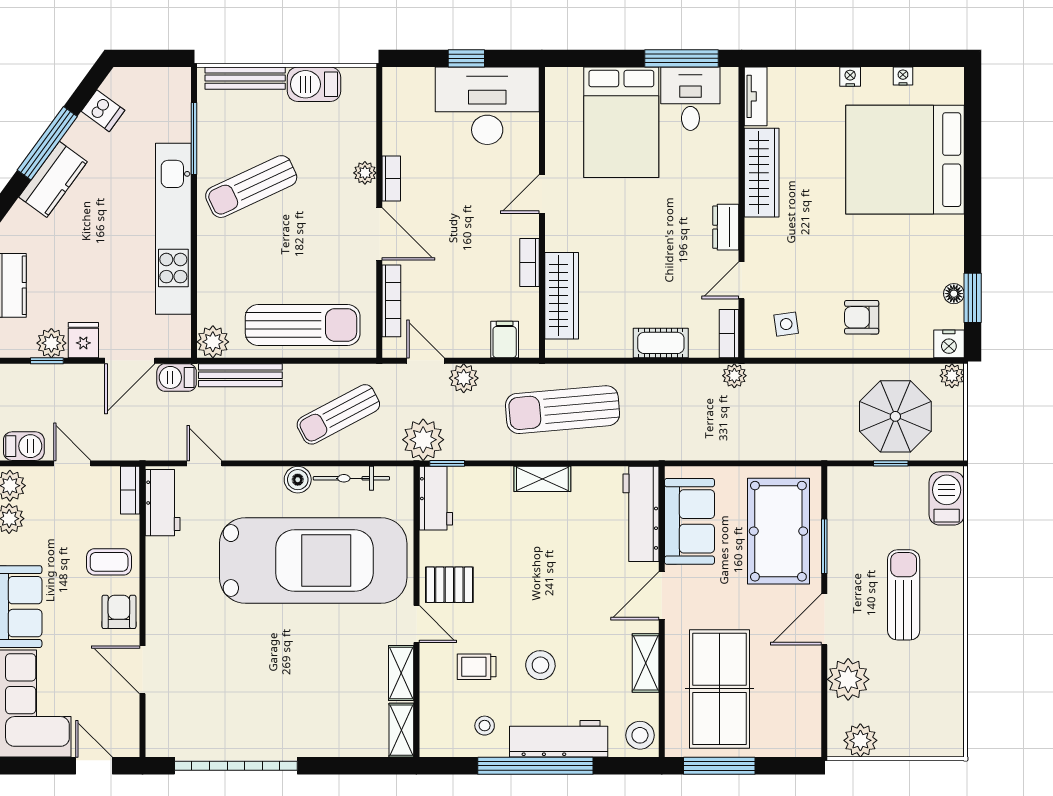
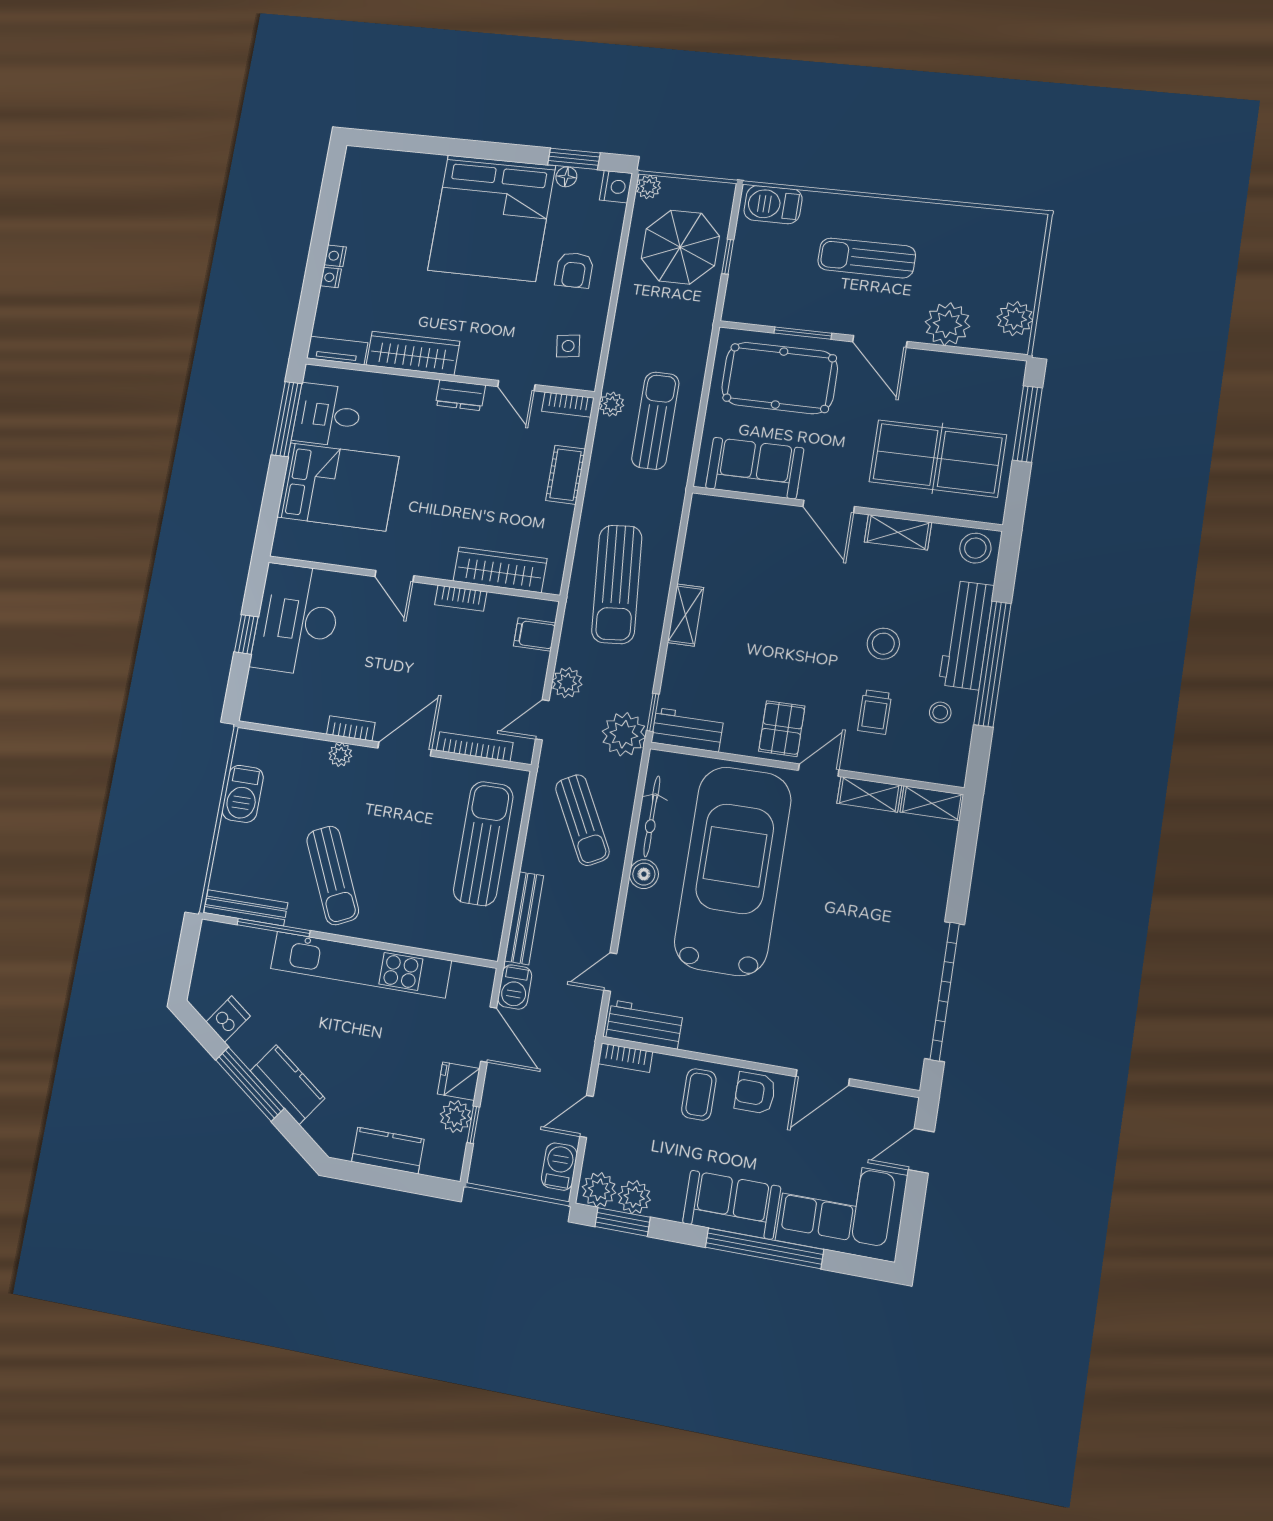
nightstand: (903, 76) -> (331, 277), moved
bench: (245, 78) -> (246, 908), moved, turned 90
bed: (905, 160) -> (492, 218), moved
plant: (213, 342) -> (484, 942), removed
sun lounger: (723, 420) -> (655, 421), added
workbench: (641, 514) -> (739, 517), removed
window: (719, 766) -> (1027, 424), moved

